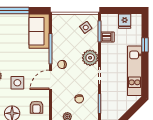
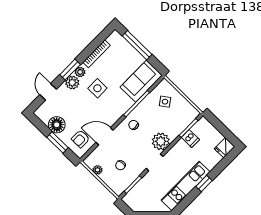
fridge: (125, 21) -> (225, 148), moved
side table: (86, 27) -> (165, 102), moved
window: (145, 45) -> (204, 183), moved
door: (50, 80) -> (105, 136), moved
side table: (17, 83) -> (97, 88), moved

